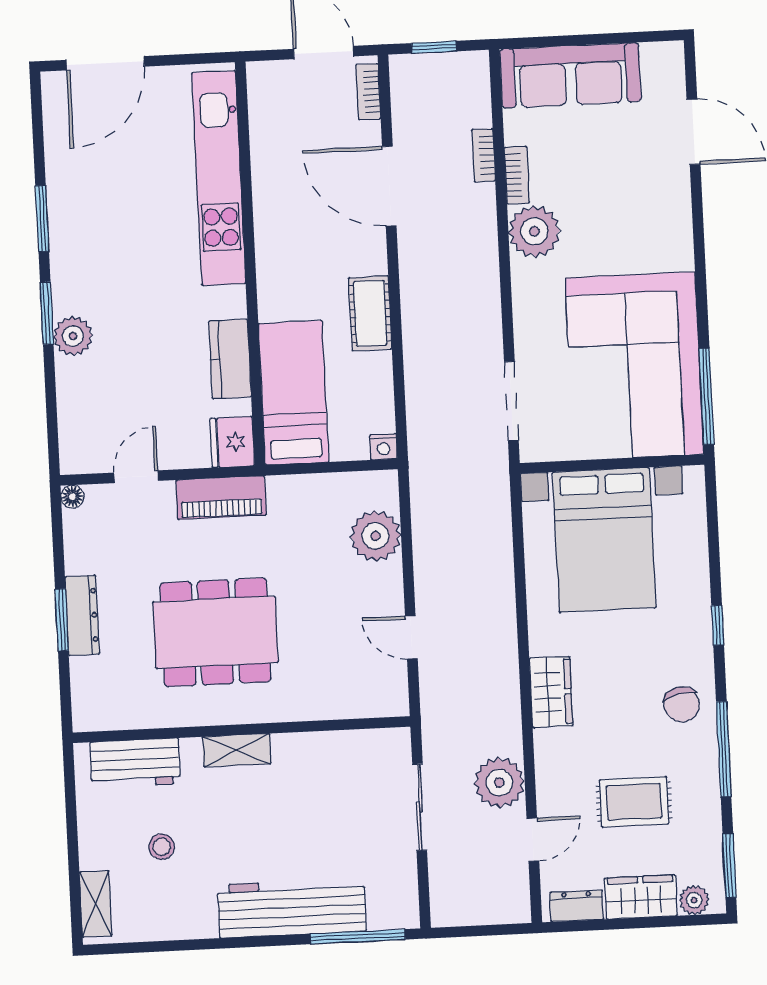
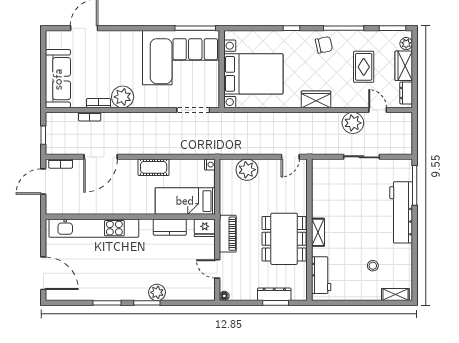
wall: (241, 730) -> (309, 230), moved
shelving: (237, 750) -> (318, 232), moved
workbench: (135, 763) -> (321, 275), moved

